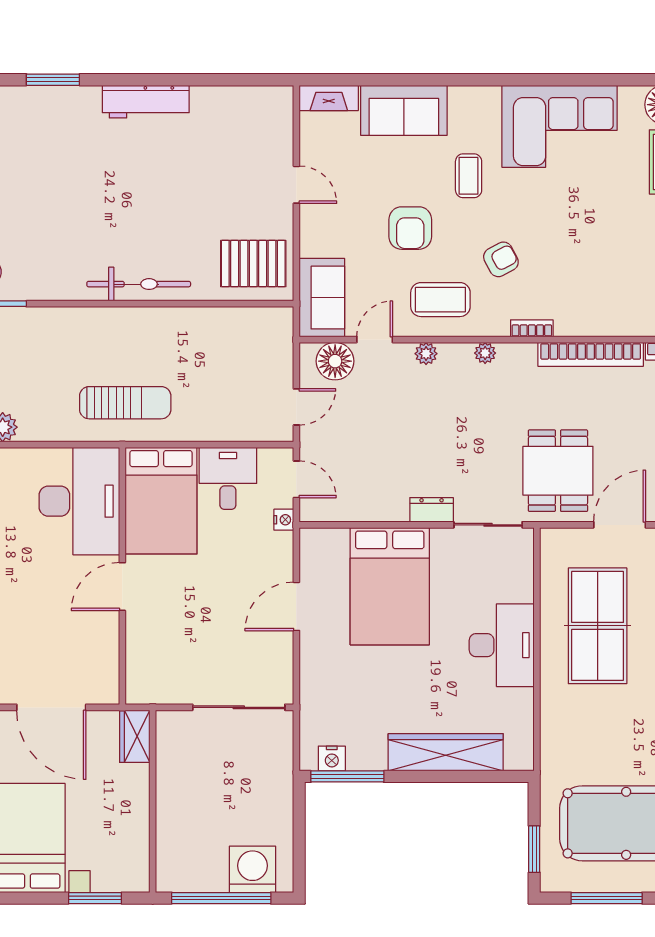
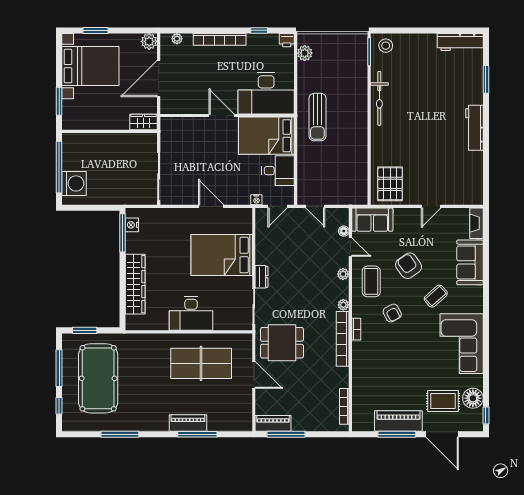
coffee table: (469, 176) -> (436, 296), turned -42
armchair: (410, 228) -> (409, 266), turned 55
bicycle: (139, 284) -> (379, 98), moved
bookcase: (591, 354) -> (343, 339), moved
floor lamp: (335, 361) -> (344, 231), width x0.53, depth x0.53

